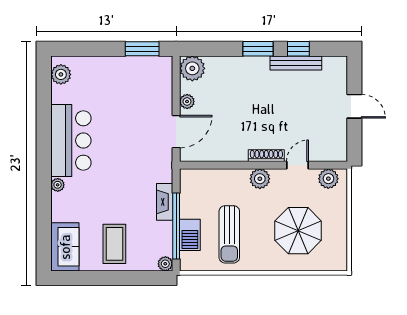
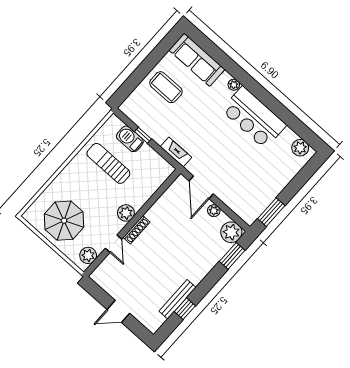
window: (258, 49) -> (232, 256), moved
fireplace: (165, 202) -> (176, 152), moved
window: (176, 226) -> (143, 135), width x0.32
parasol: (298, 231) -> (64, 221), moved
sofa: (65, 247) -> (197, 60), width x1.36
plant: (165, 264) -> (126, 108), removed

